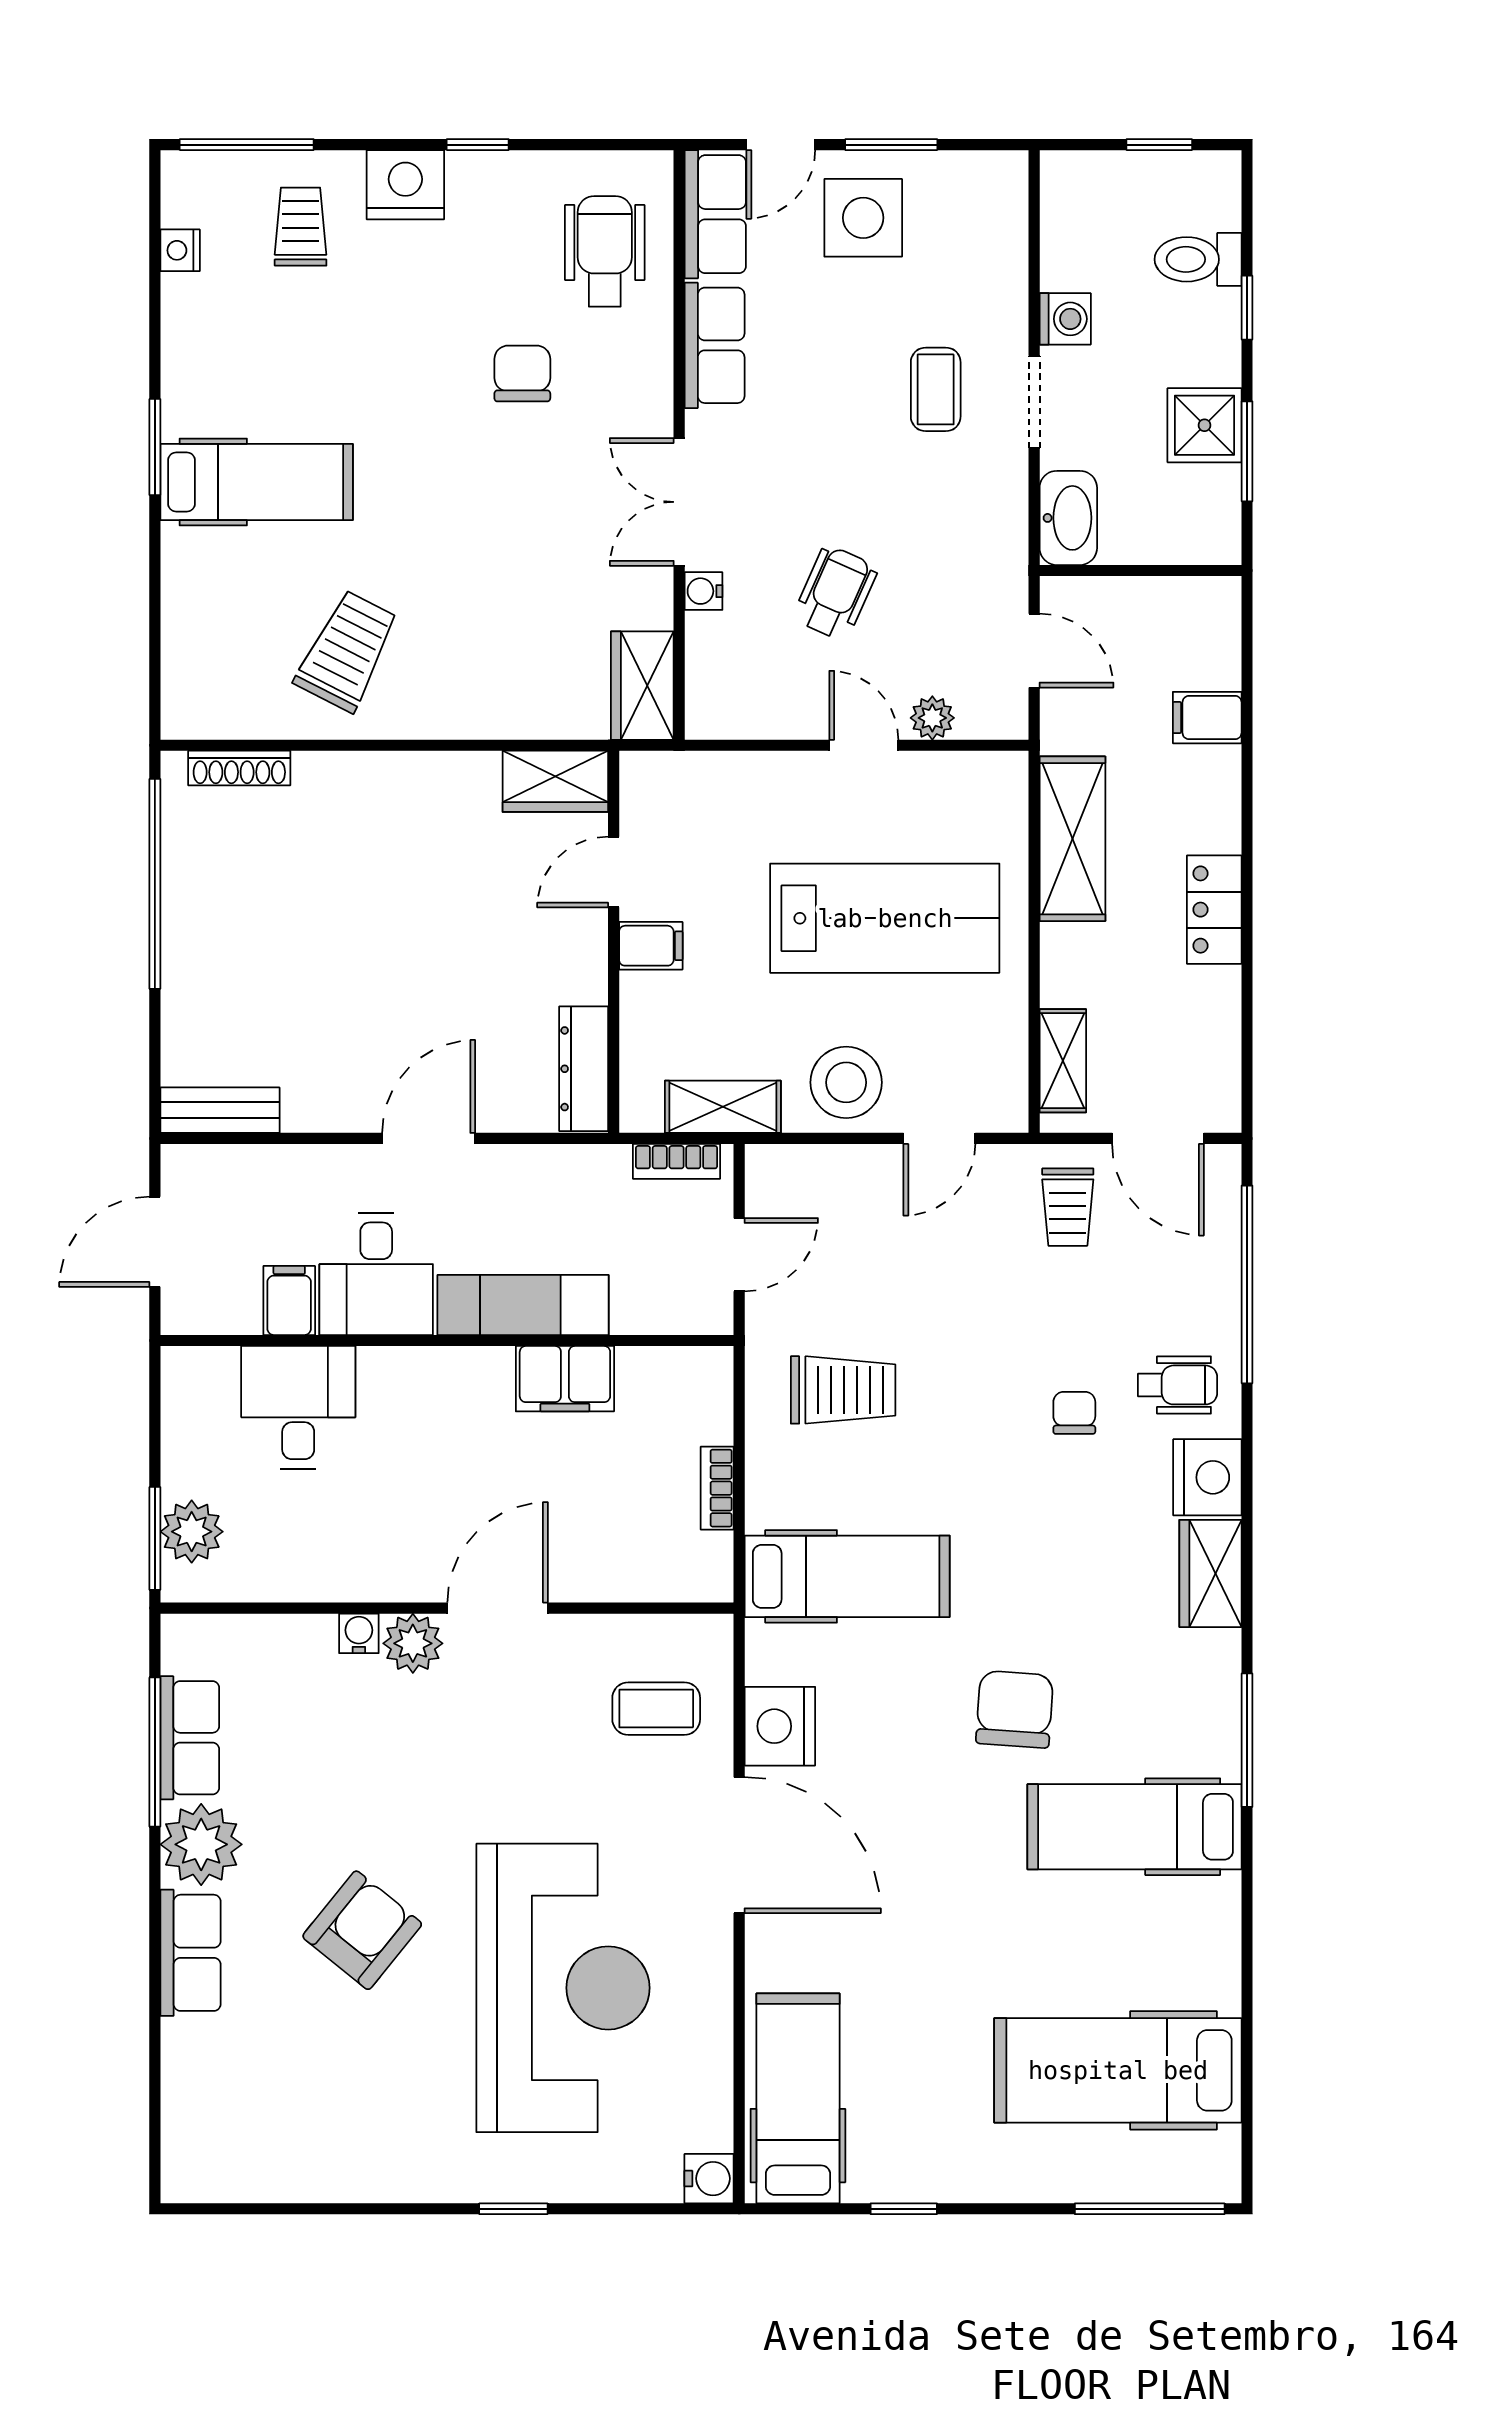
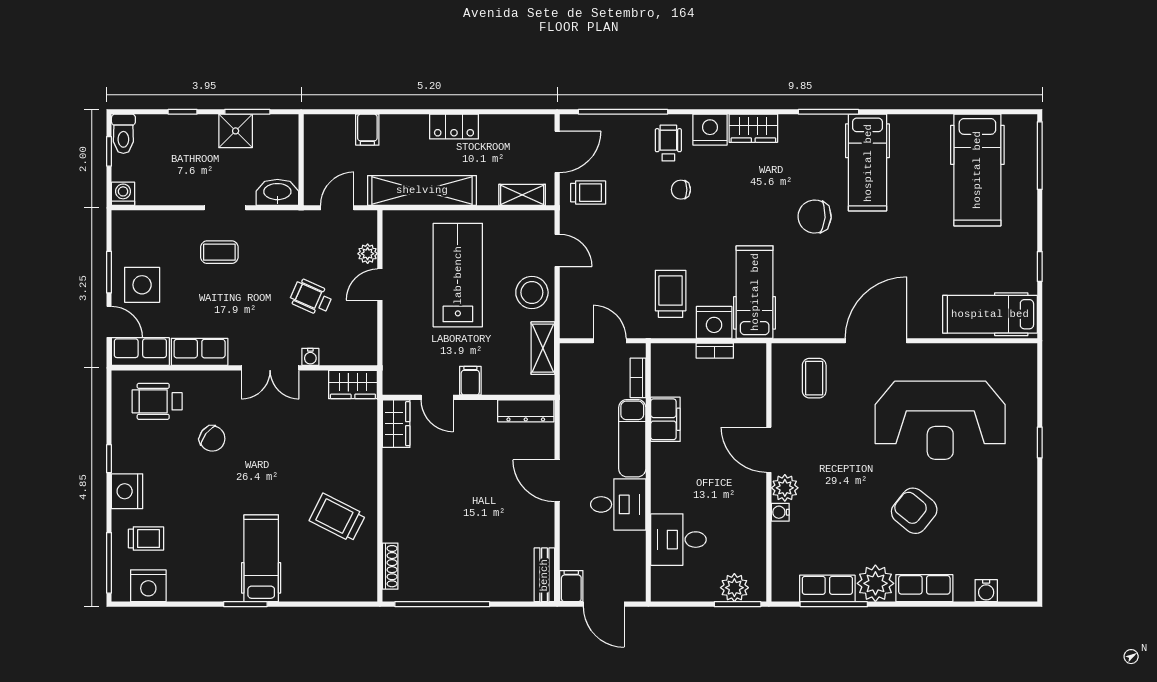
trolley: (301, 227) -> (146, 539), turned 180
nightstand: (180, 250) -> (148, 586), width x1.89, depth x1.79
toilet: (1198, 259) -> (123, 134), moved
washing machine: (1065, 319) -> (123, 194), moved
chair: (522, 374) -> (212, 439), turned -143
shelving: (1072, 839) -> (422, 190), width x1.47
bookcase: (677, 1161) -> (638, 378), moved, turned 180
filing cabinet: (289, 1300) -> (571, 586), moved, turned 90
nightstand: (780, 1726) -> (714, 322), moved
reception desk: (563, 1988) -> (940, 420), turned 180
water cooler: (709, 2179) -> (986, 591), moved, turned 180

